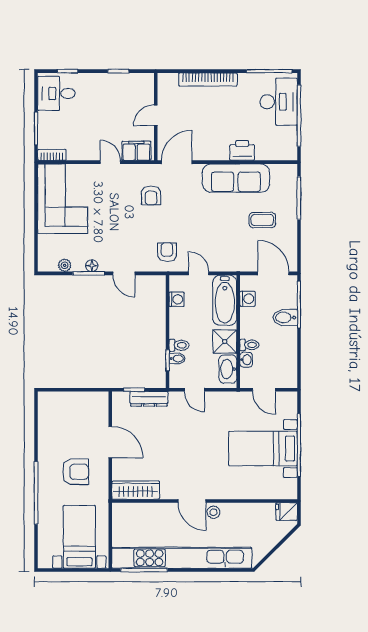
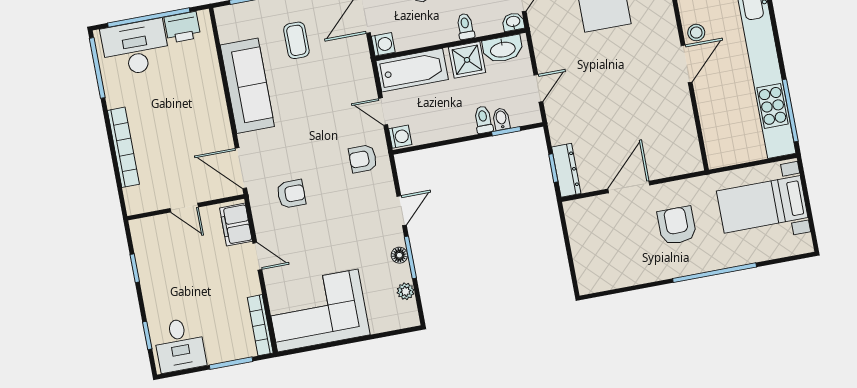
printer: (242, 151) -> (182, 27), moved, turned -90
bookcase: (52, 155) -> (260, 325), width x1.56
door: (110, 162) -> (257, 256), swing flipped
door: (199, 273) -> (383, 111), hinge flipped
washing machine: (177, 299) -> (400, 137), moved, turned 90
washing machine: (248, 299) -> (383, 44), moved, turned 90
washbasin: (246, 360) -> (513, 22), moved
dresser: (149, 399) -> (566, 170), moved
wardrobe: (136, 490) -> (686, 141), removed

